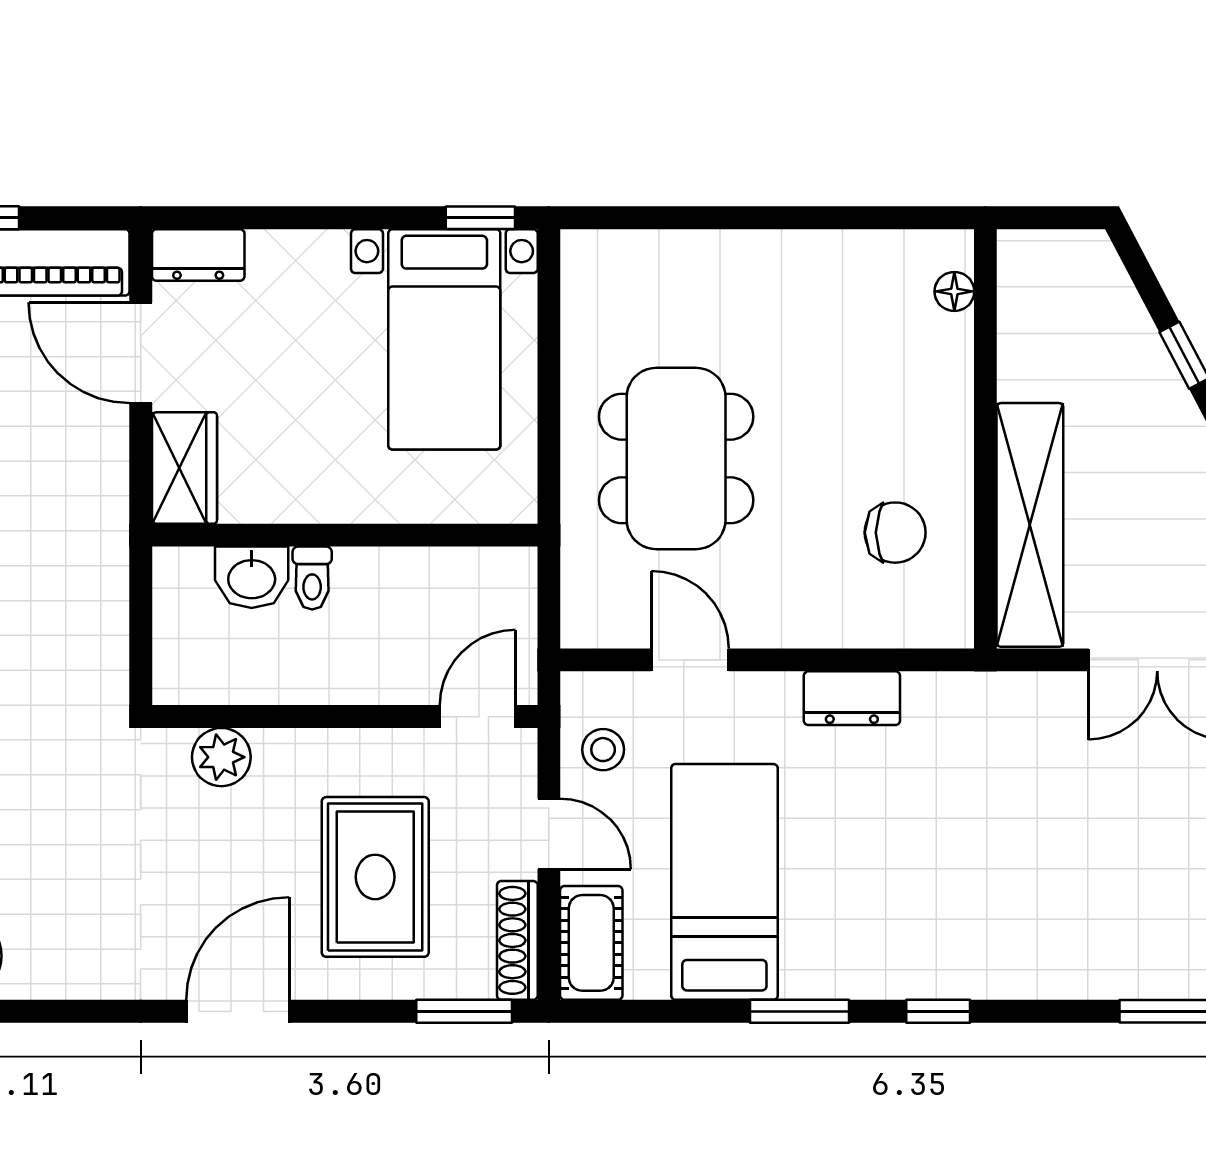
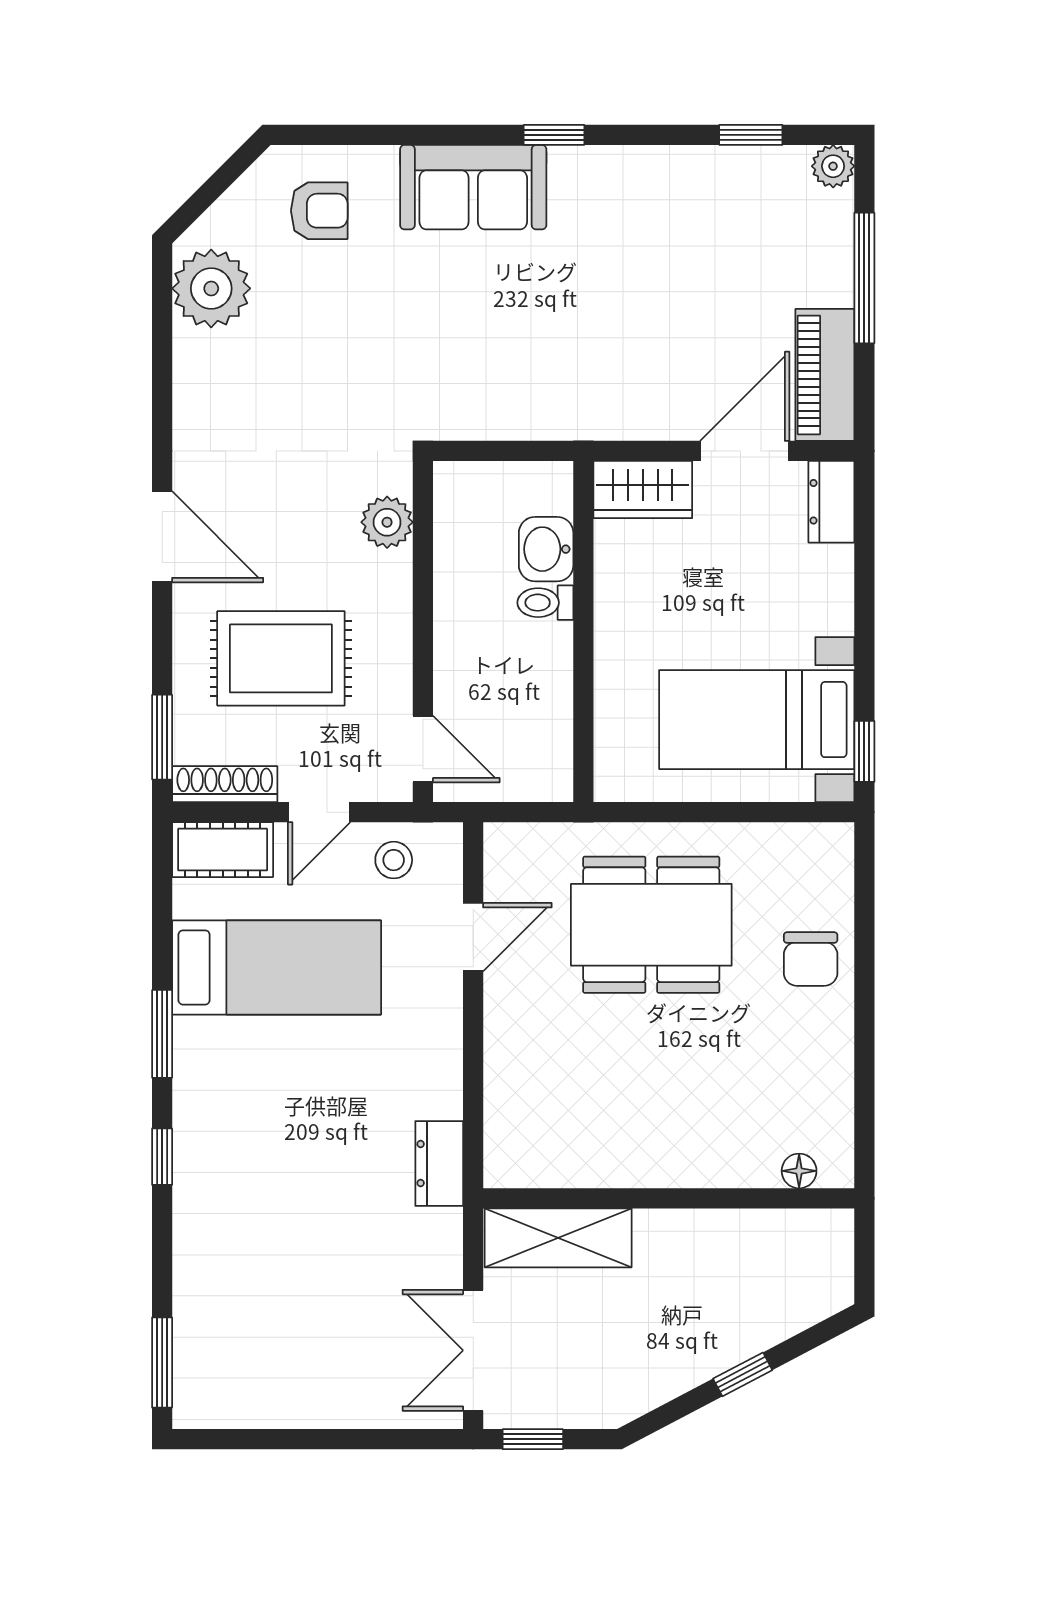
shelving: (1030, 525) -> (558, 1238), width x0.68
chair: (895, 533) -> (811, 959), moved
dresser: (852, 698) -> (439, 1164), moved

